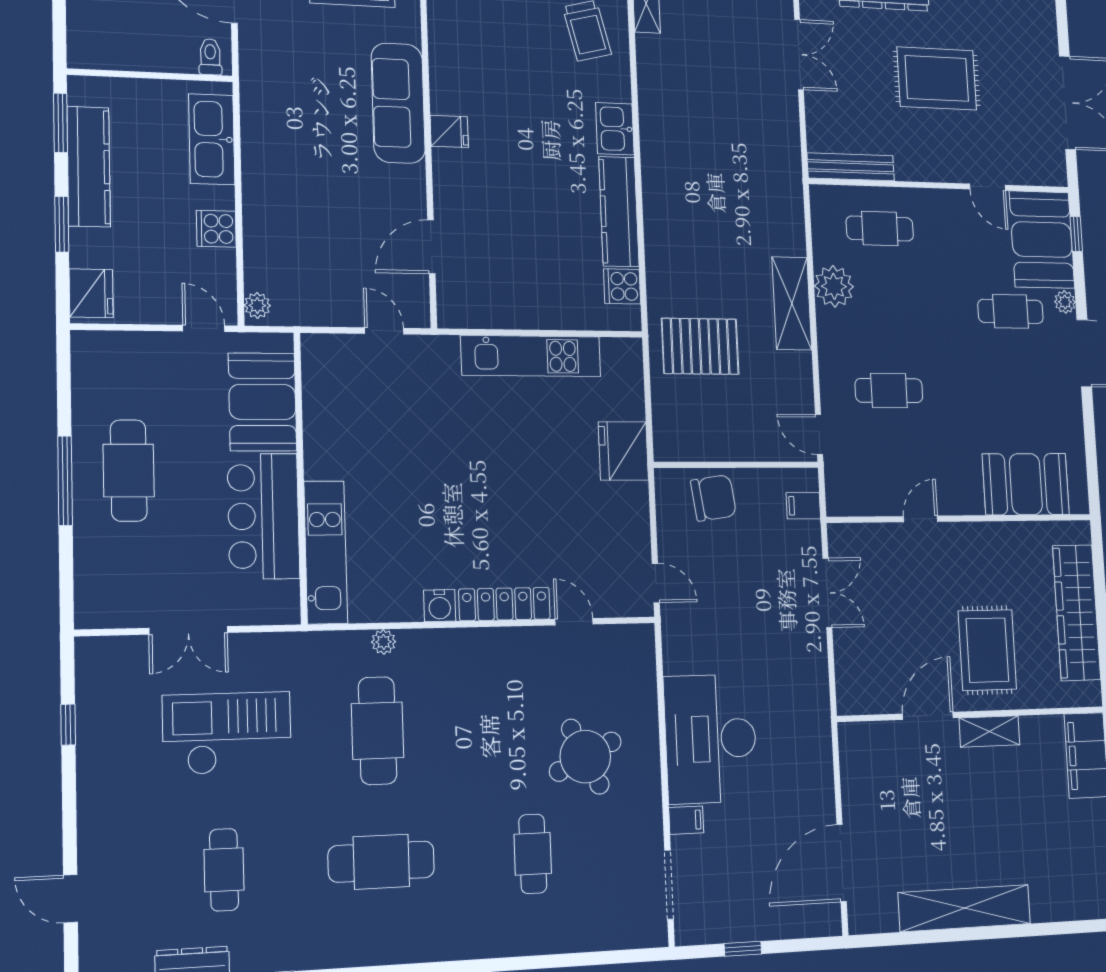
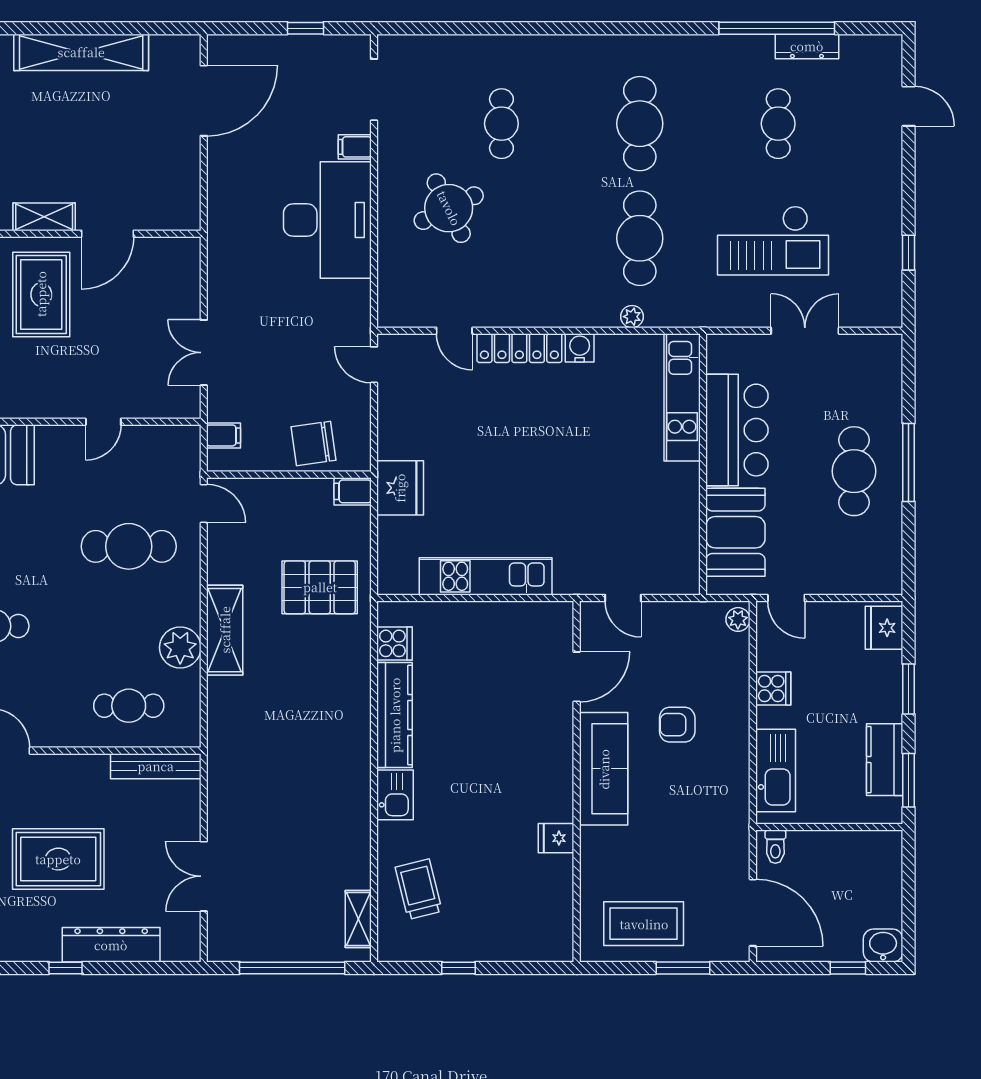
sofa: (398, 103) -> (604, 769), moved
fridge: (449, 131) -> (556, 838), moved
kitchen counter: (89, 167) -> (885, 760), width x0.67
armchair: (321, 193) -> (677, 725), added
cafe table: (889, 391) -> (129, 546), width x1.37, depth x1.35
filing cabinet: (672, 447) -> (353, 491), added
cafe table: (381, 862) -> (640, 124), turned 90

